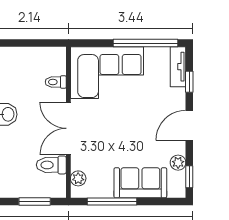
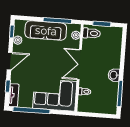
double door: (68, 128) -> (79, 64), swing flipped
toilet: (51, 165) -> (92, 33), moved
sofa: (140, 183) -> (46, 31), width x1.36

